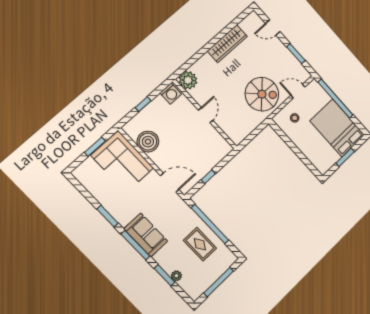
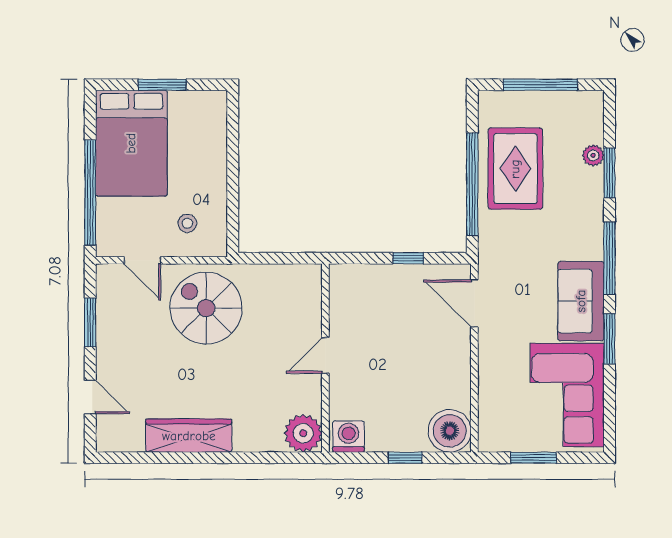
boiler: (148, 142) -> (450, 431), moved
corner sofa: (122, 162) -> (567, 395), moved, turned 180
sofa: (146, 235) -> (581, 301), moved
rug: (200, 244) -> (515, 169), width x1.36, depth x1.43

